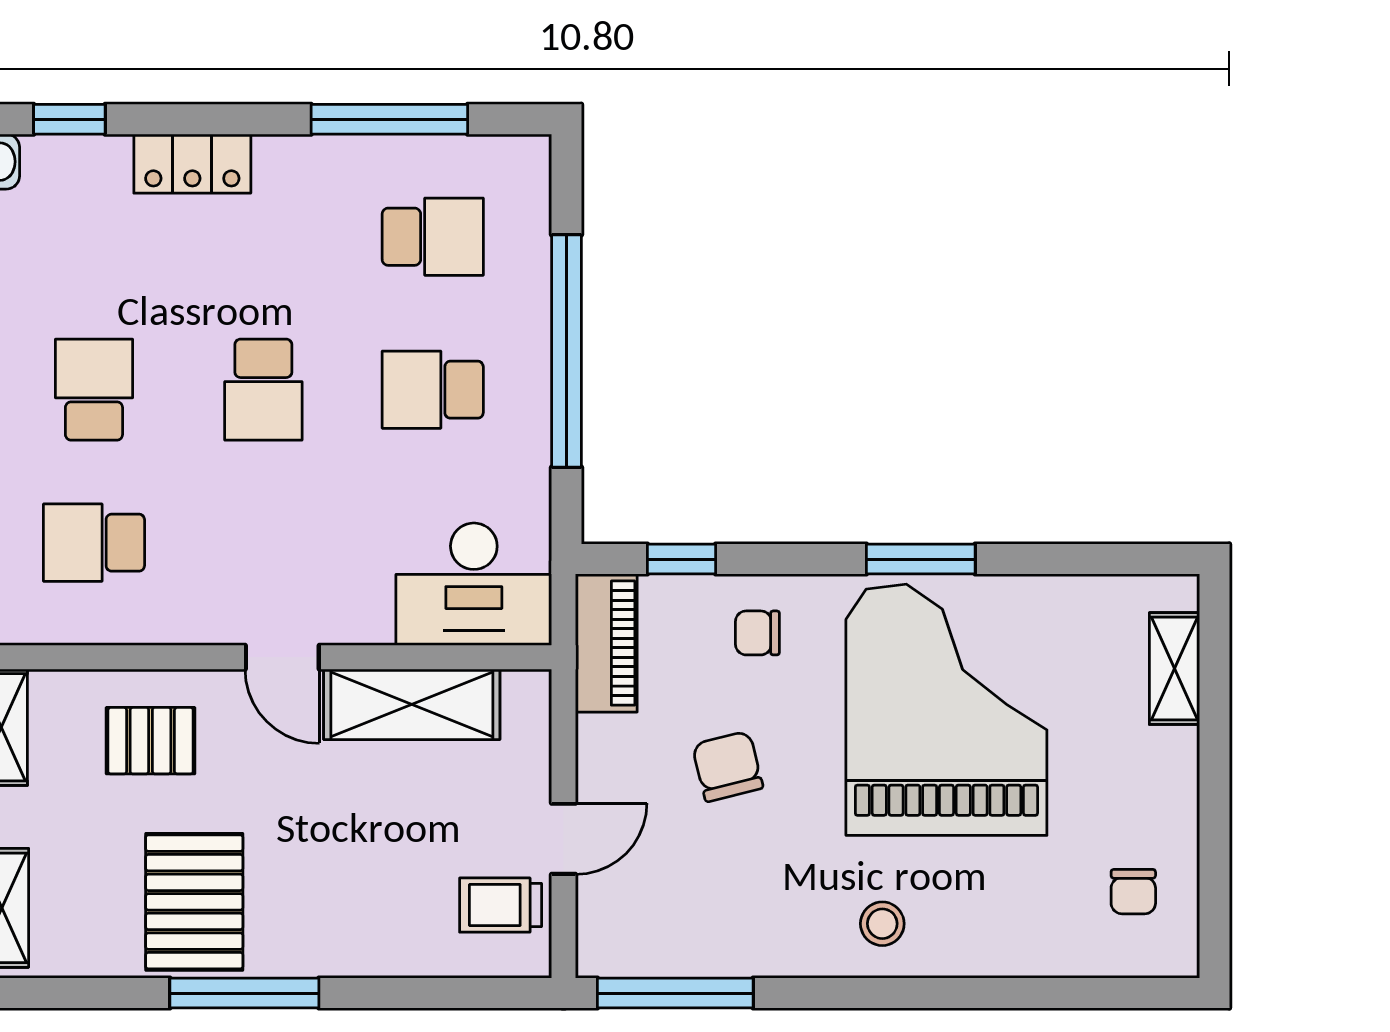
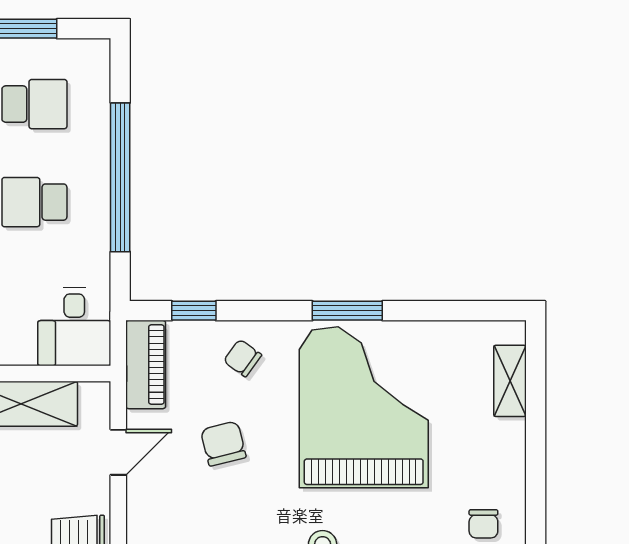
desk: (474, 584) -> (74, 327), width x0.73
chair: (757, 633) -> (243, 358), turned 36
door: (564, 839) -> (118, 452), moved

